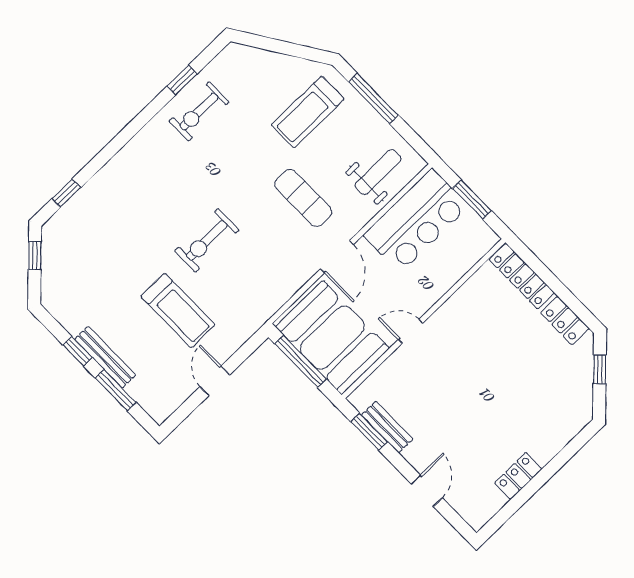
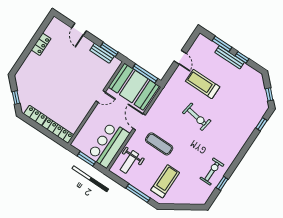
exercise bike: (207, 240) -> (197, 117), turned 99

